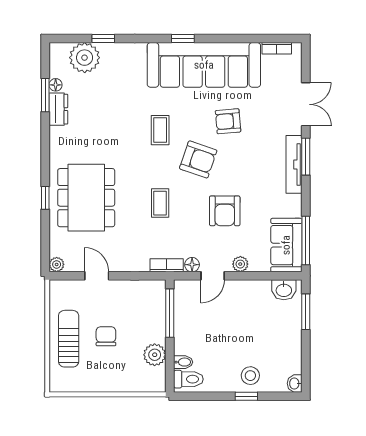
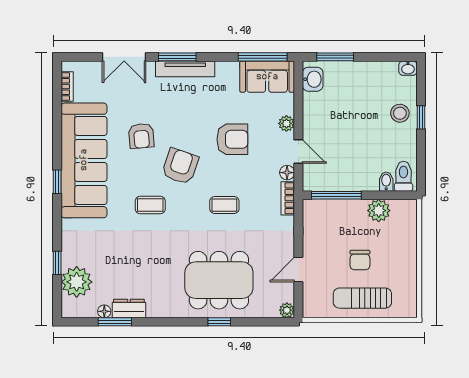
double door: (306, 104) -> (124, 57), swing flipped
chair: (106, 336) -> (360, 260), turned -90

